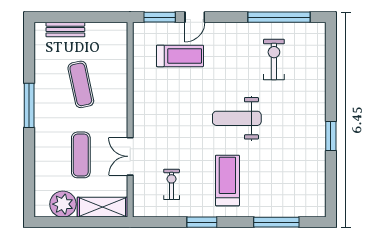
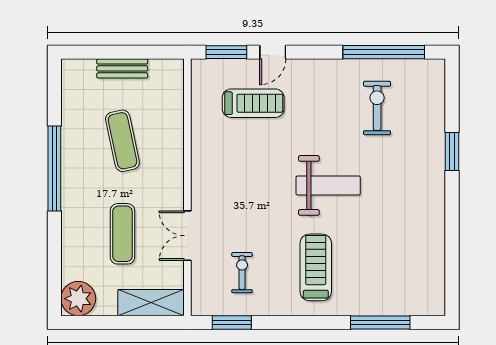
bench: (65, 30) -> (122, 68), moved
window: (29, 105) -> (54, 169), width x1.46
weight bench: (237, 118) -> (328, 185), turned 180
window: (331, 136) -> (452, 152), moved
plant: (63, 204) -> (78, 299), moved
window: (202, 222) -> (232, 322), moved

